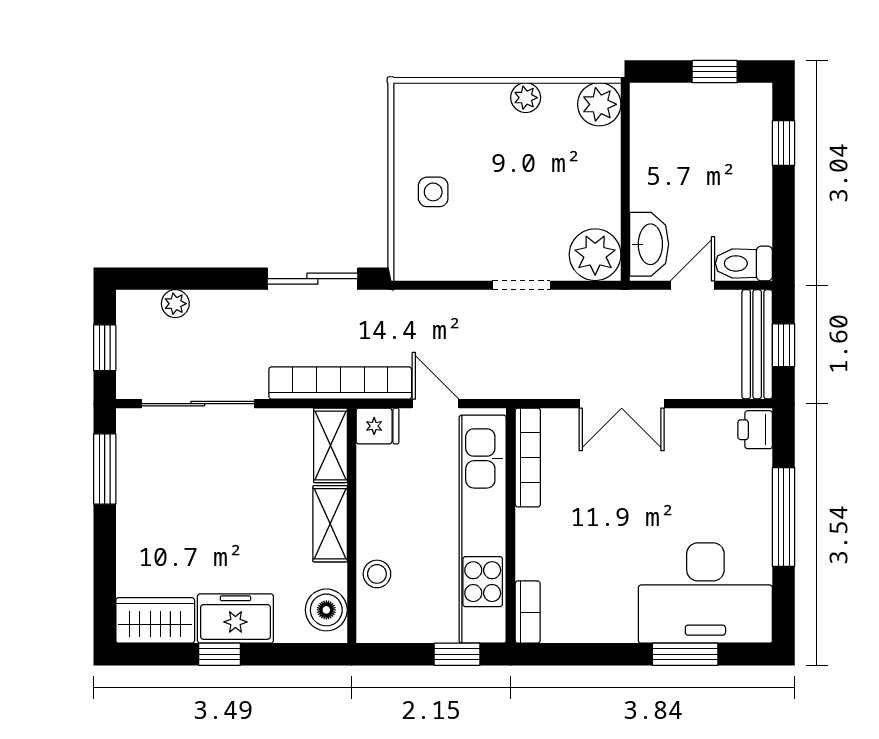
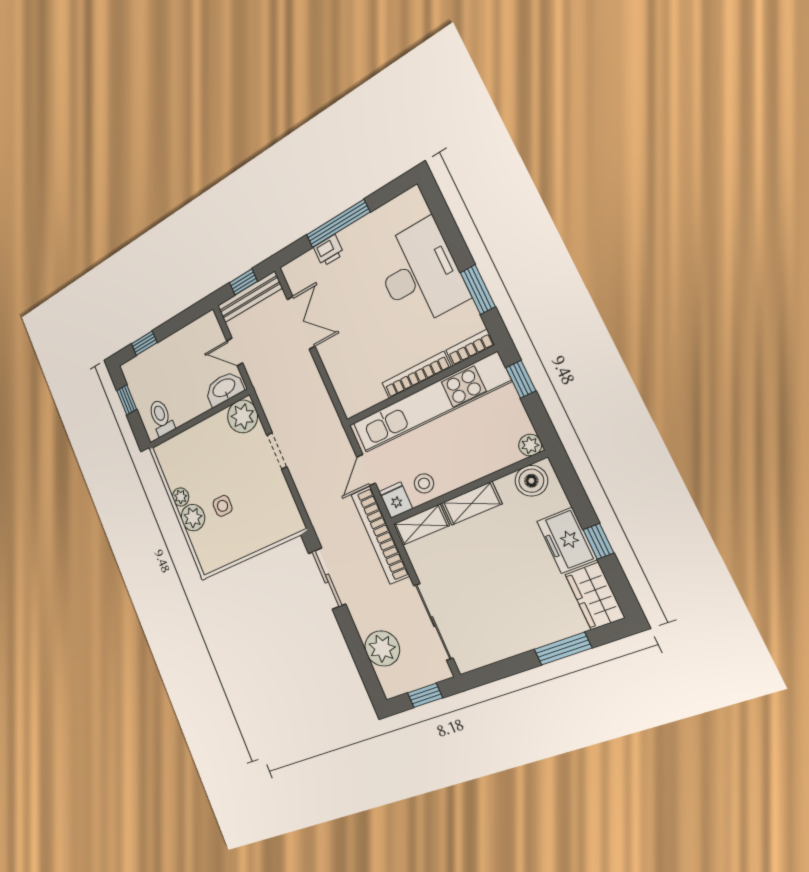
plant: (599, 104) -> (193, 518), moved
side table: (433, 192) -> (223, 506), moved
toilet: (744, 263) -> (161, 418), moved, turned 180
plant: (175, 304) -> (382, 648), width x1.88, depth x1.88
double door: (622, 404) -> (301, 323), moved
printer: (755, 430) -> (329, 251), moved
bookcase: (528, 457) -> (416, 375), moved
window: (105, 469) -> (563, 649), moved
stool: (377, 574) -> (424, 483), moved
desk: (705, 593) -> (420, 274), moved
plant: (371, 628) -> (530, 445), added
window: (685, 654) -> (478, 290), moved

